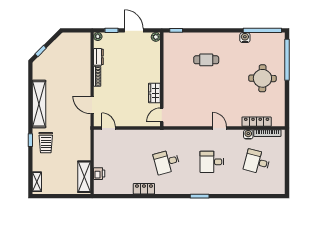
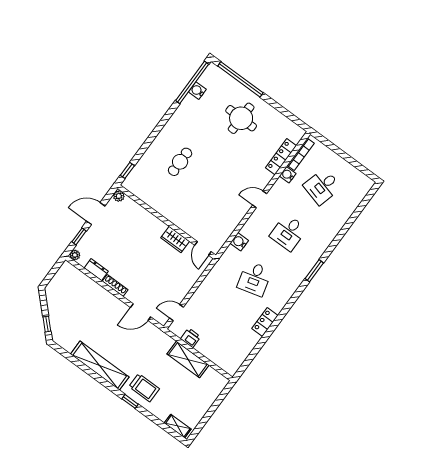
water cooler: (245, 38) -> (197, 91), moved
water cooler: (183, 135) -> (239, 242), added
printer: (99, 174) -> (191, 338), moved
shelving: (84, 177) -> (188, 359), moved

